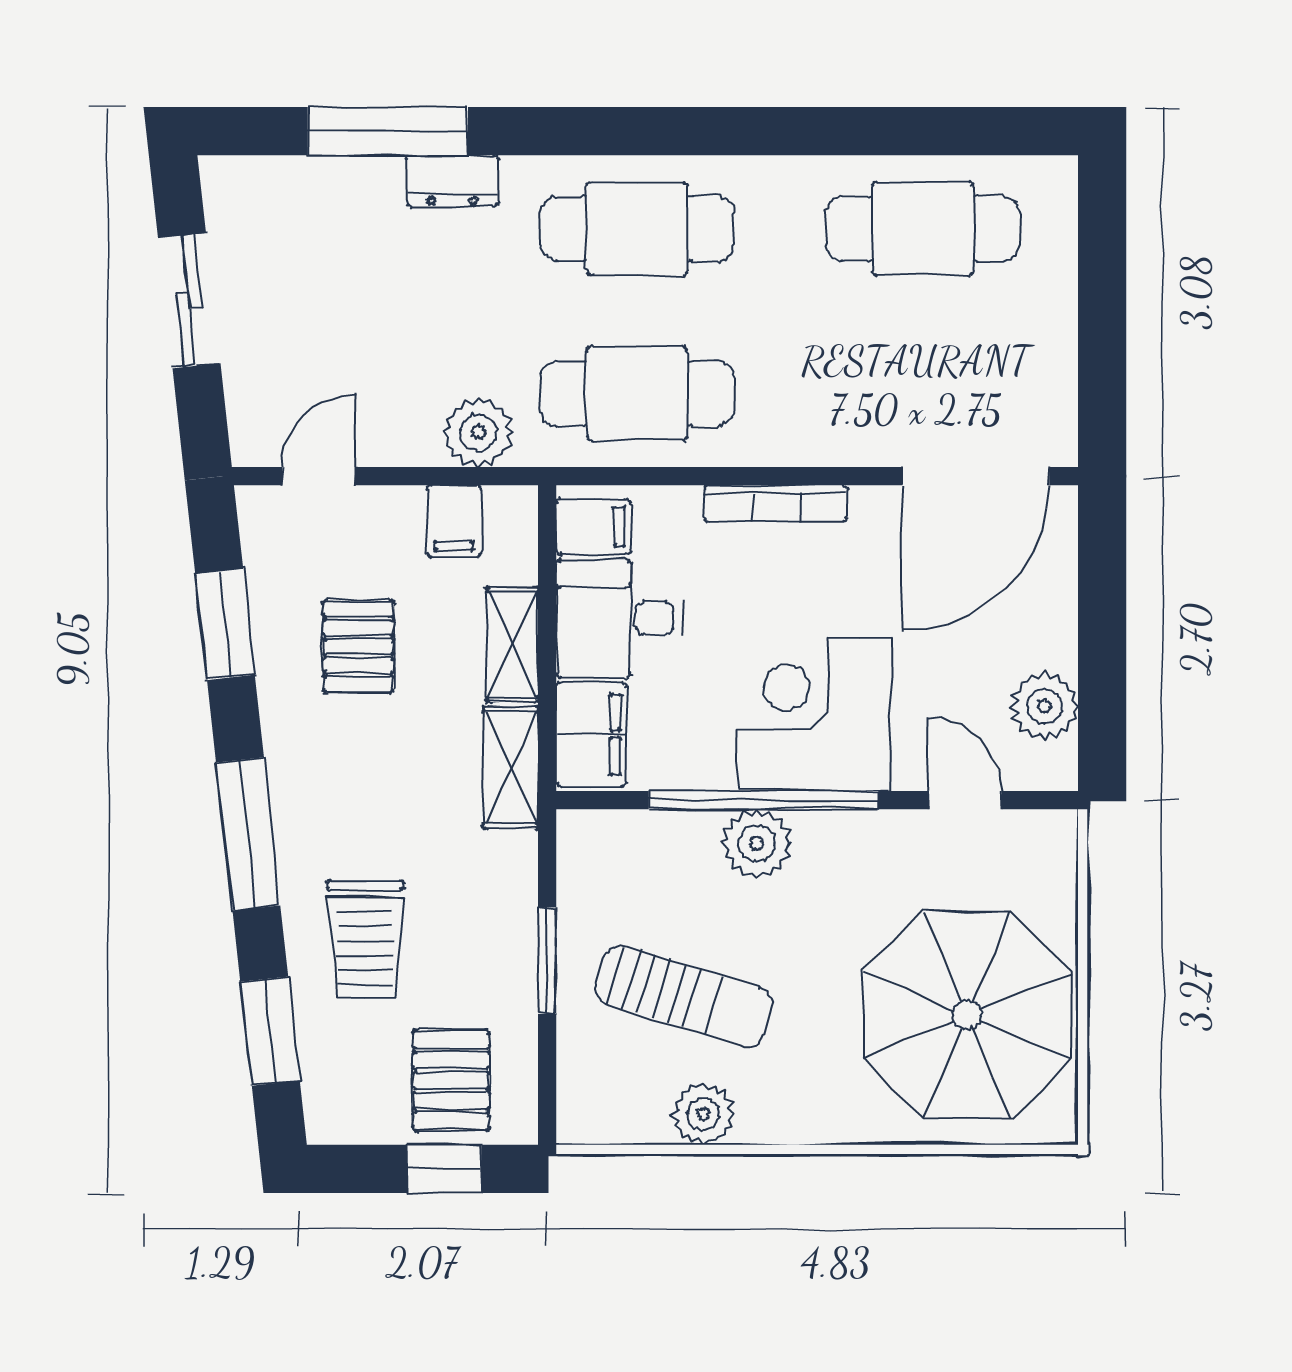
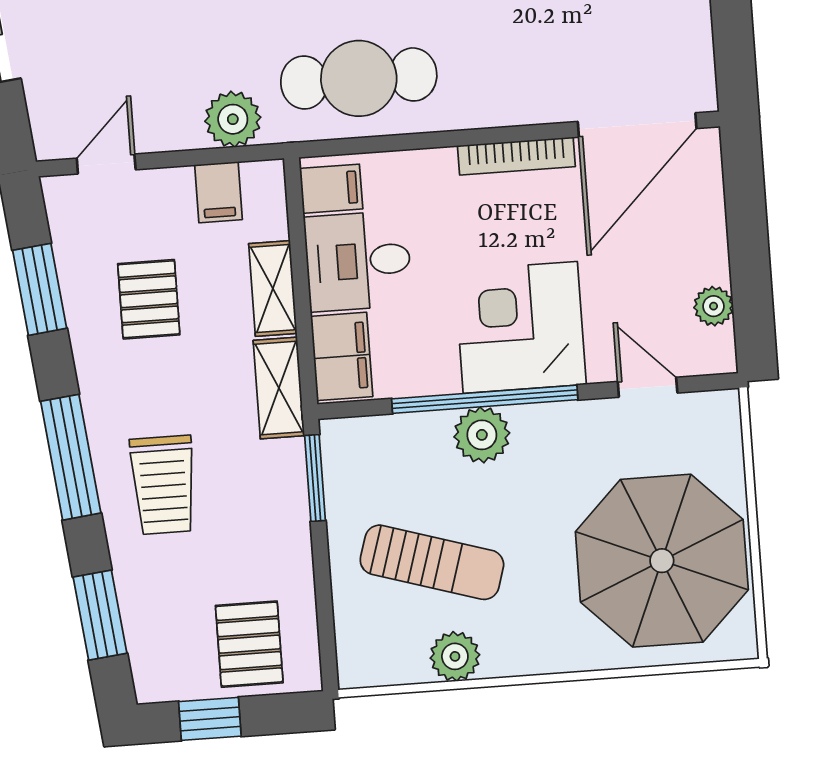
bookcase: (776, 503) -> (516, 156), moved
plant: (1044, 706) -> (714, 306), width x0.73, depth x0.73
trolley: (365, 940) -> (163, 485), moved
window: (547, 961) -> (315, 478), moved
window: (444, 1169) -> (210, 719), moved

